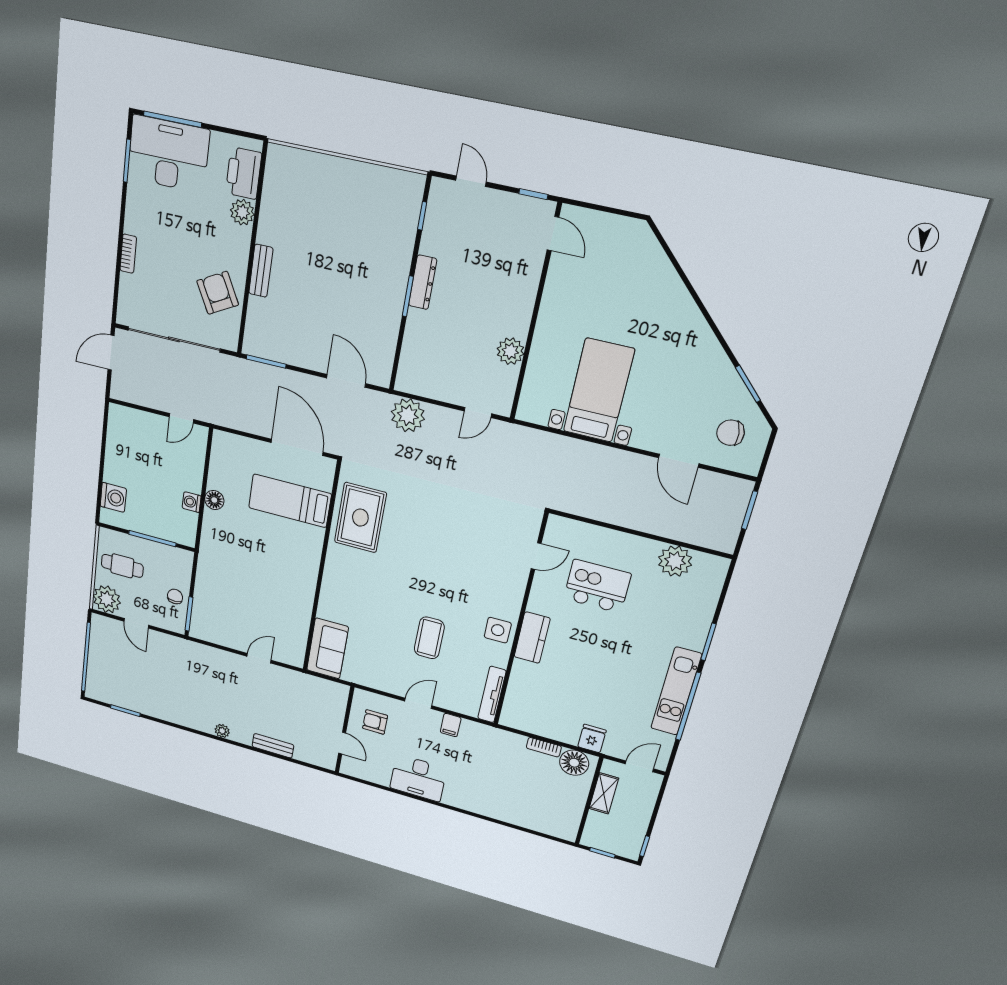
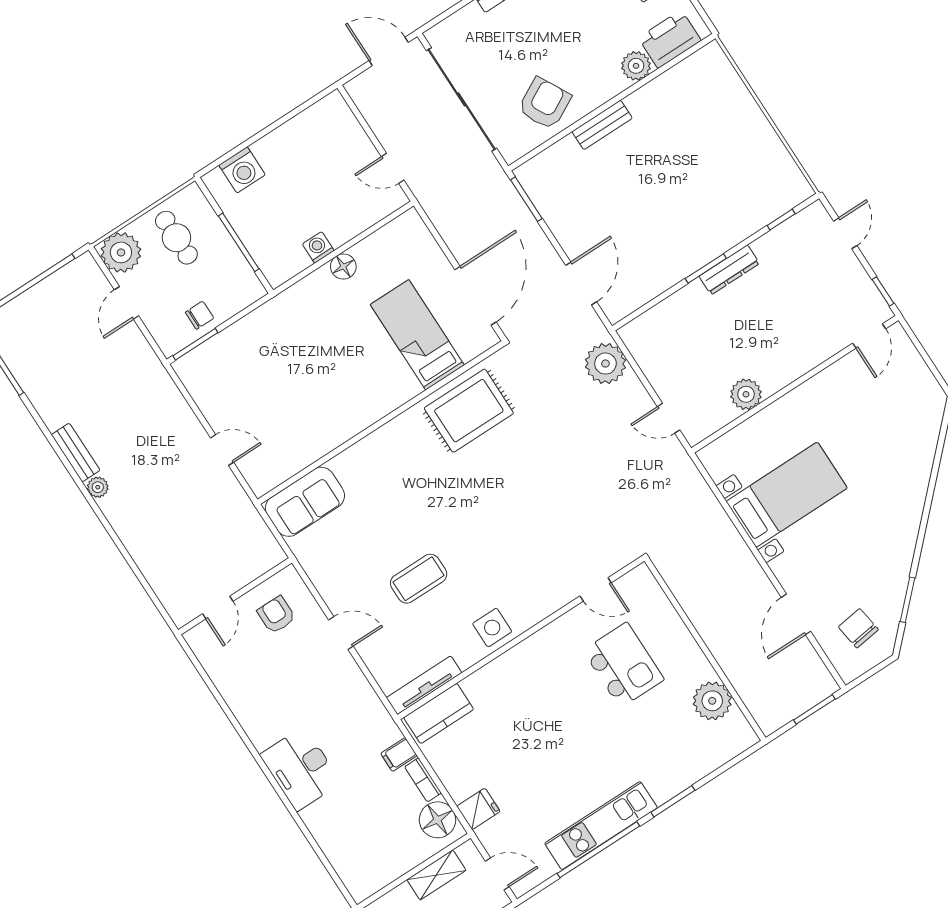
kitchen counter: (532, 638) -> (439, 713), moved
filing cabinet: (451, 725) -> (399, 754), moved
bench: (273, 746) -> (76, 453), moved
desk: (418, 778) -> (300, 769), moved

